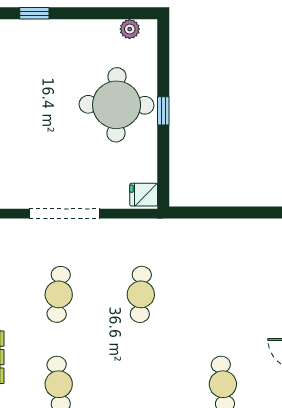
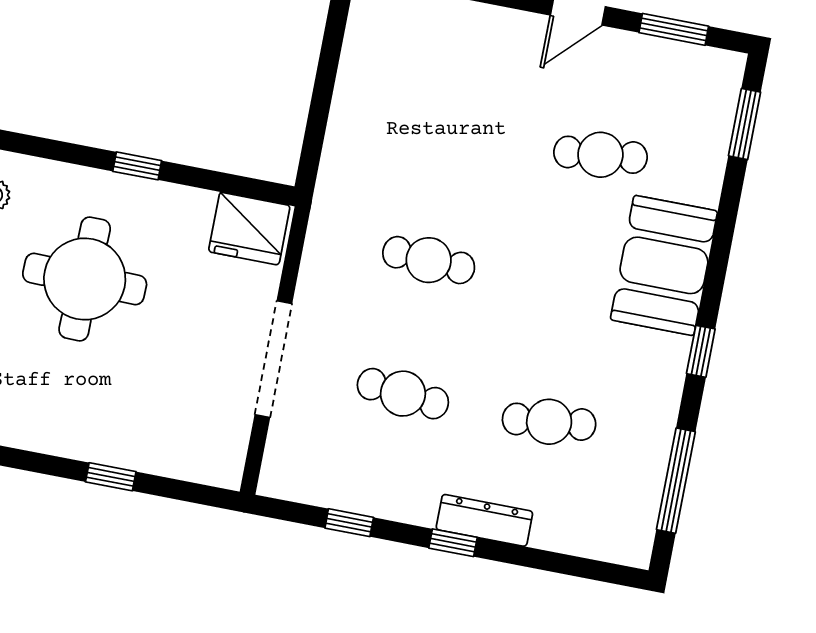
round table: (117, 105) -> (85, 279), moved
fridge: (144, 195) -> (249, 229), width x1.88, depth x1.34

